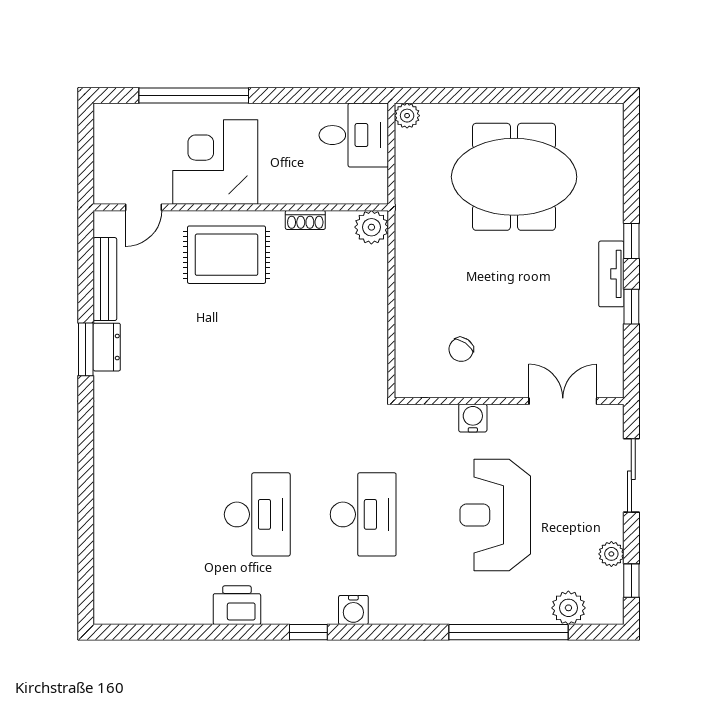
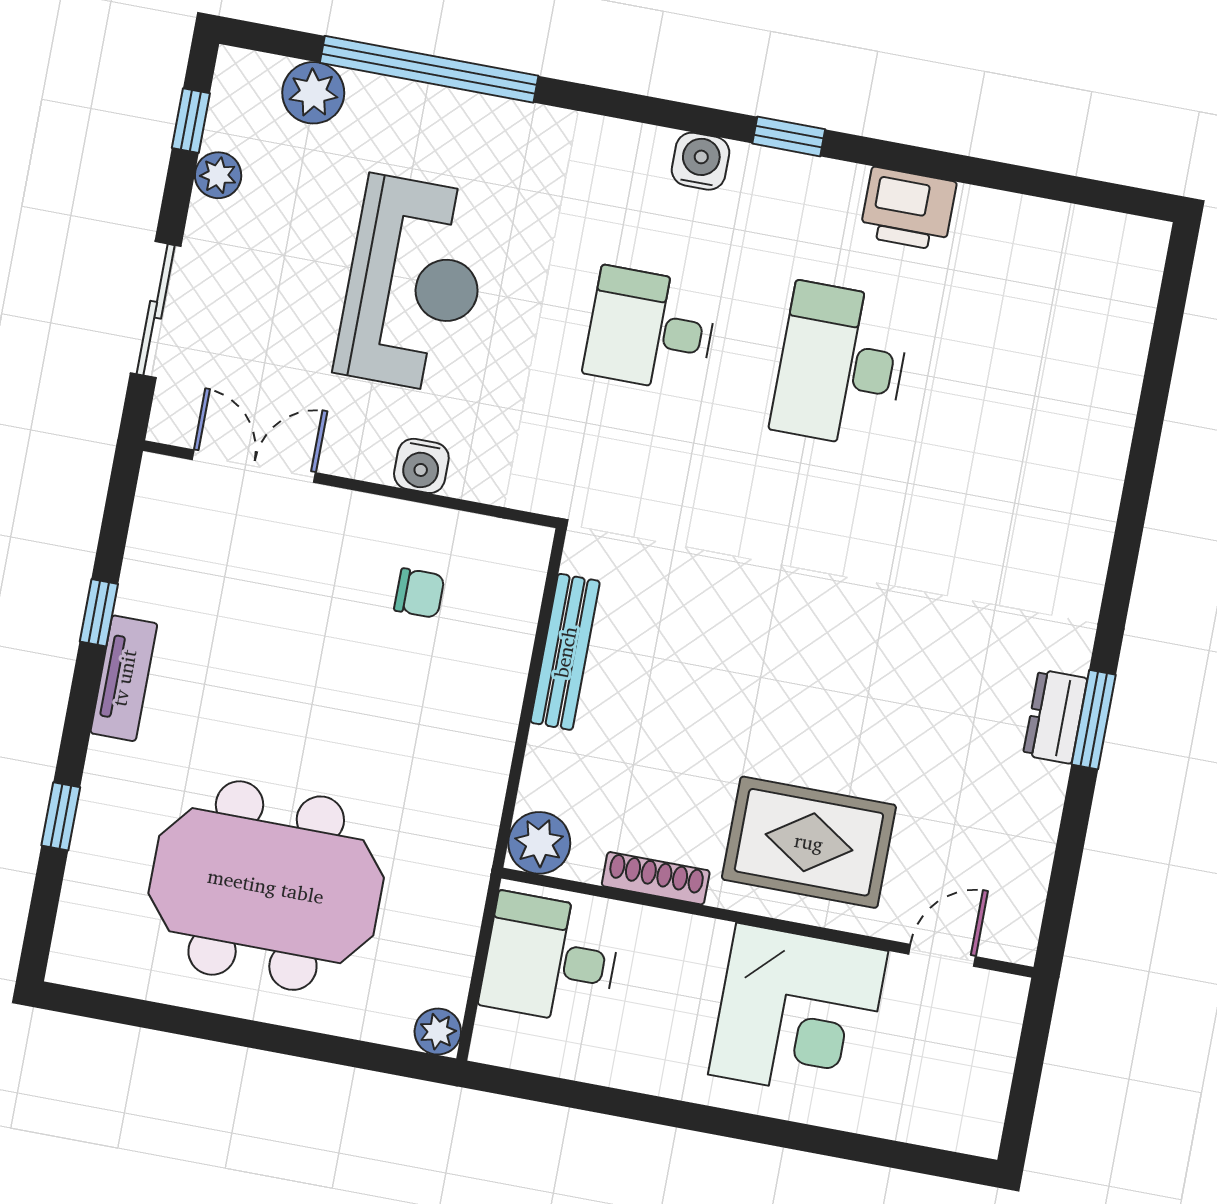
window: (194, 95) -> (814, 1139), removed
desk: (354, 135) -> (550, 959), moved
shoe rack: (305, 220) -> (656, 878), width x1.43
window: (631, 241) -> (61, 816), moved
bench: (105, 279) -> (565, 652), moved
chair: (461, 349) -> (419, 593), turned 55
double door: (563, 401) -> (254, 466), swing flipped
desk: (363, 514) -> (651, 330), width x0.73

